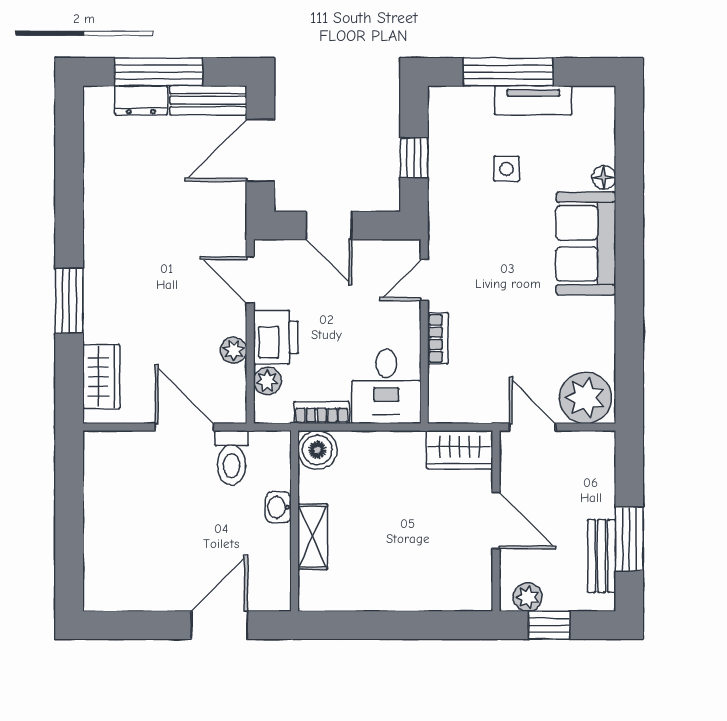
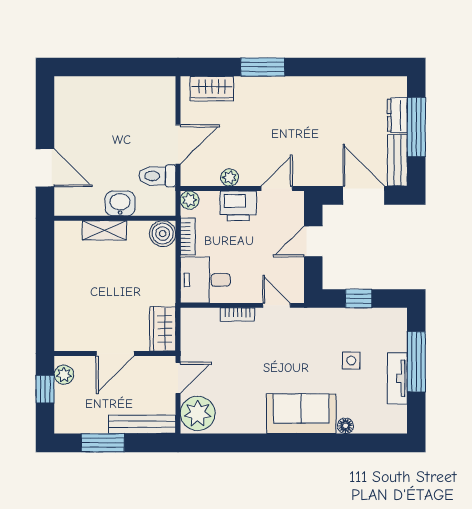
plant: (267, 381) -> (190, 200), moved
washbasin: (278, 507) -> (120, 204), width x1.38, depth x1.45
bench: (602, 556) -> (142, 424), moved, width x1.36

